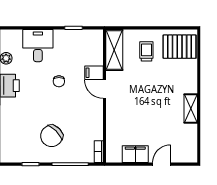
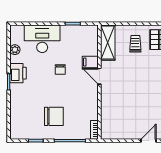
desk: (38, 46) -> (42, 39), width x1.37
chair: (52, 136) -> (54, 116), turned -135
filing cabinet: (135, 154) -> (126, 132), removed

